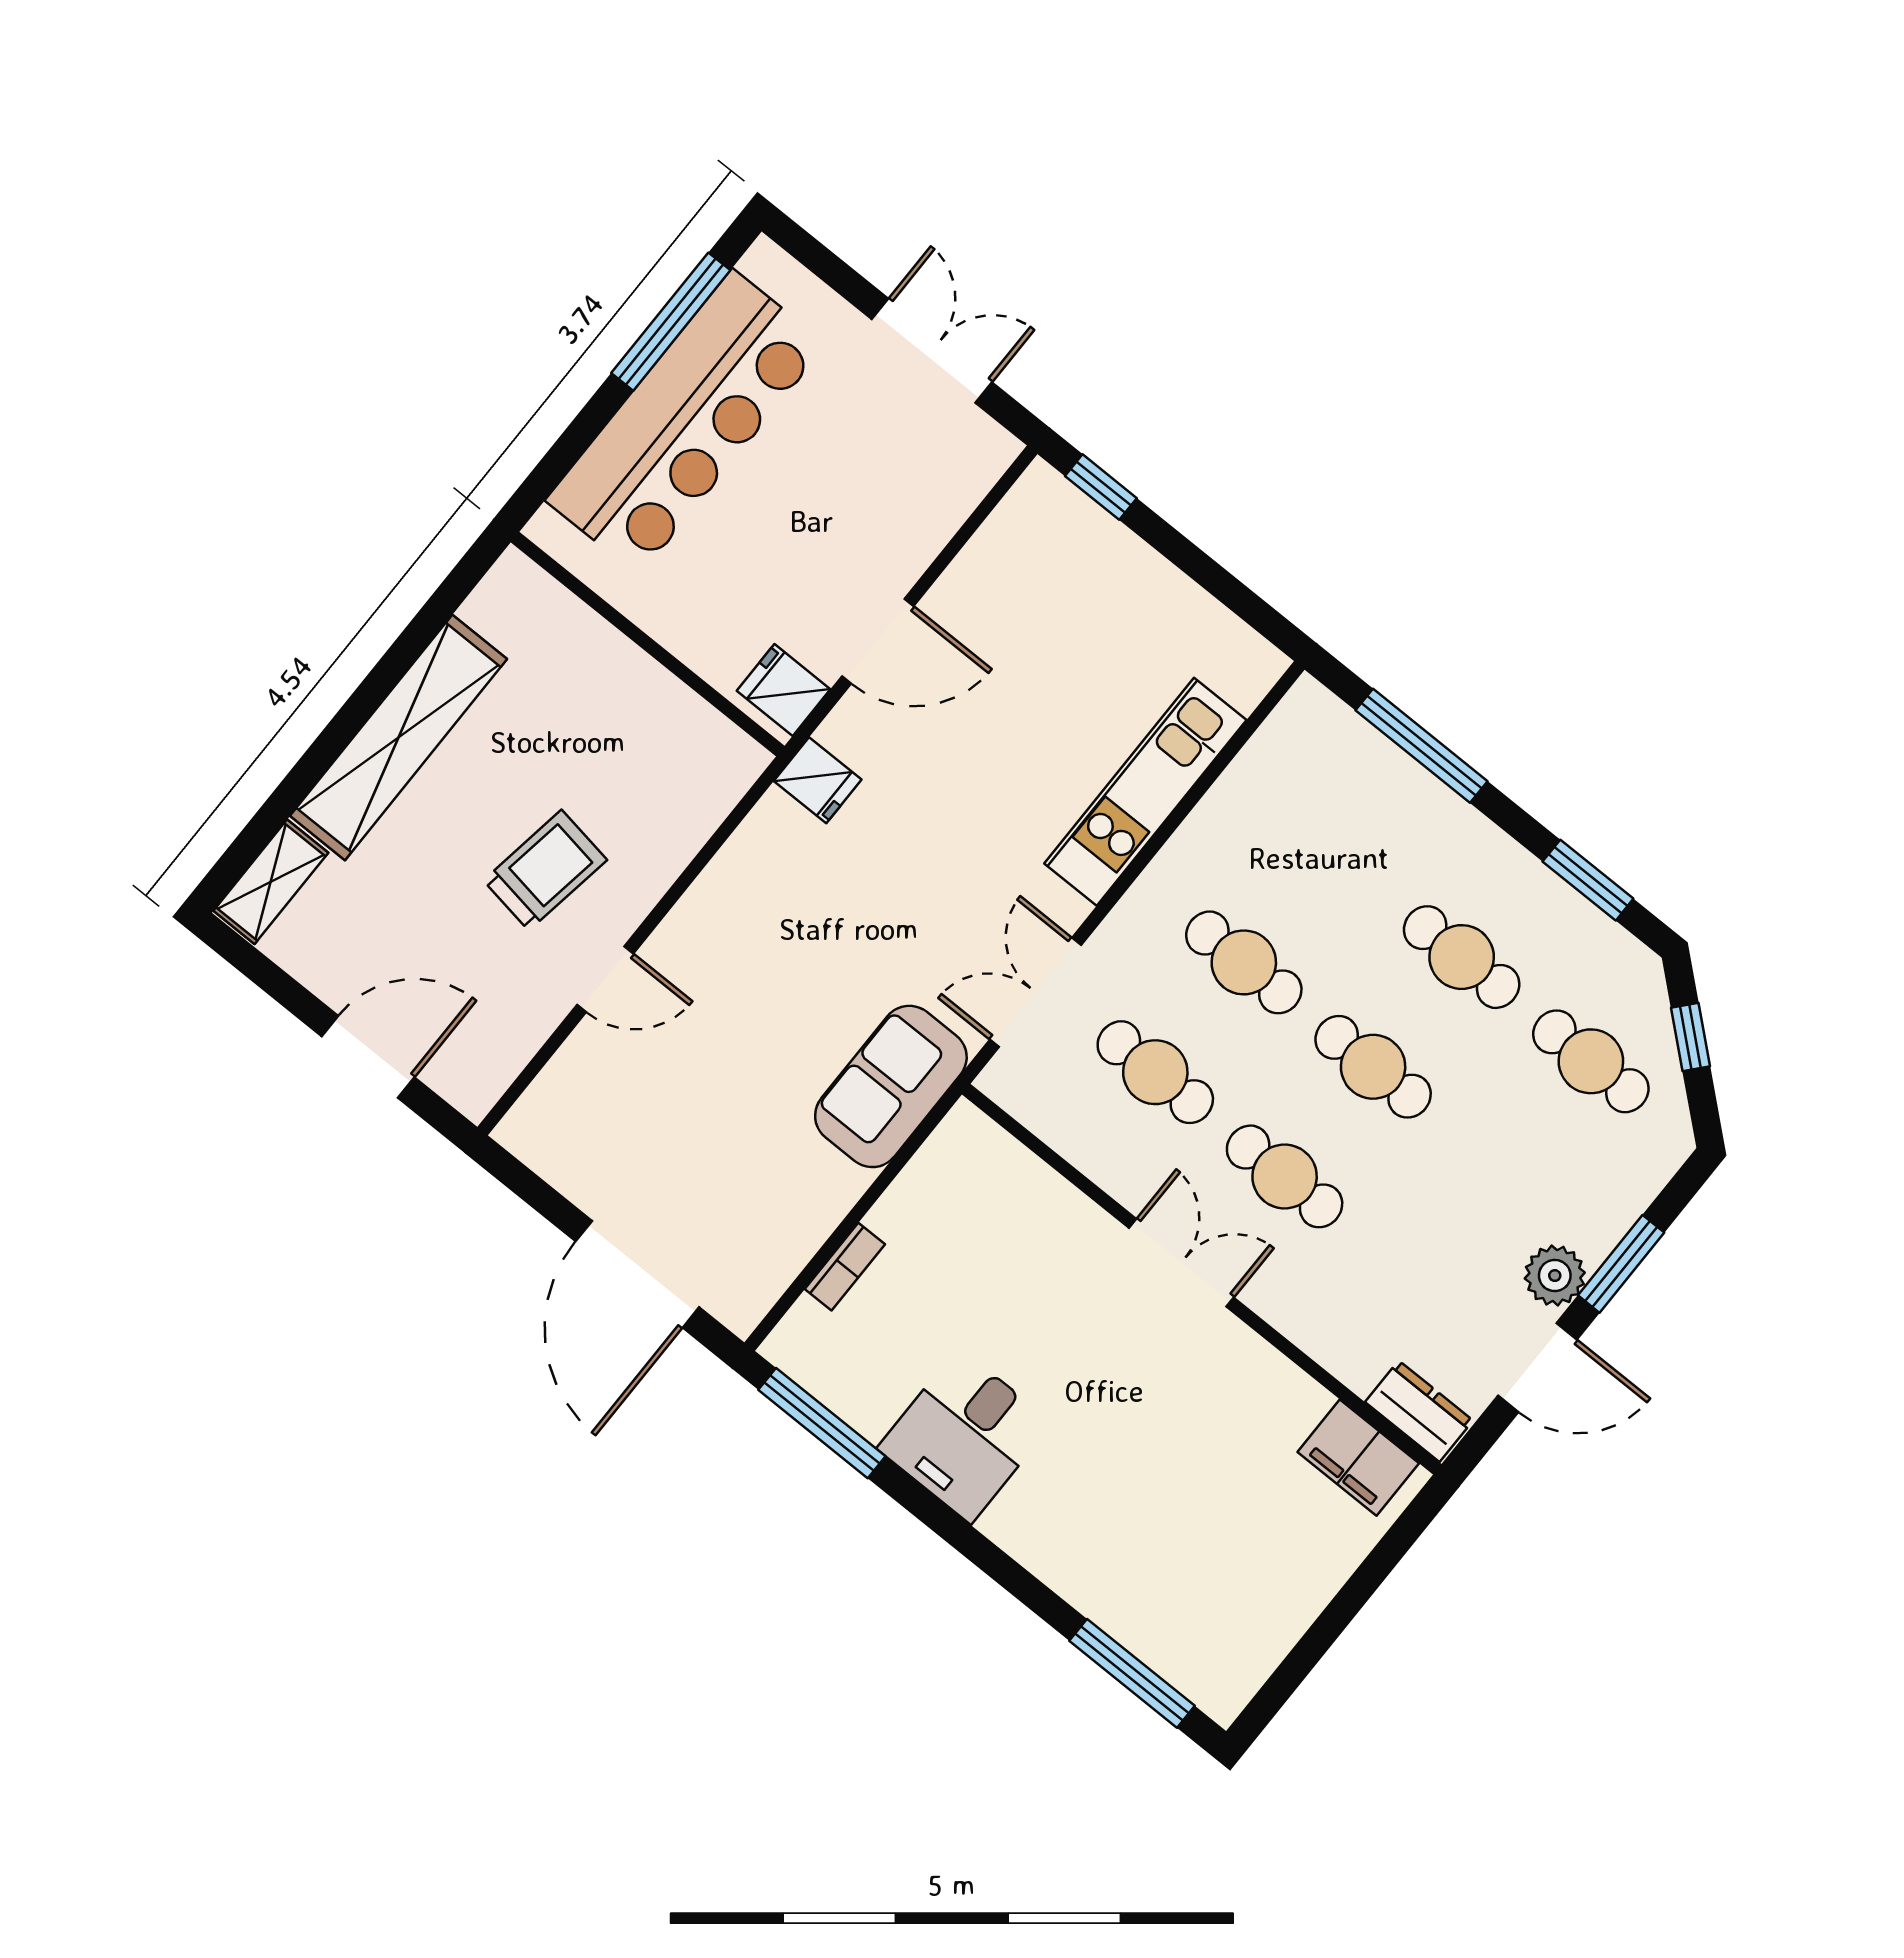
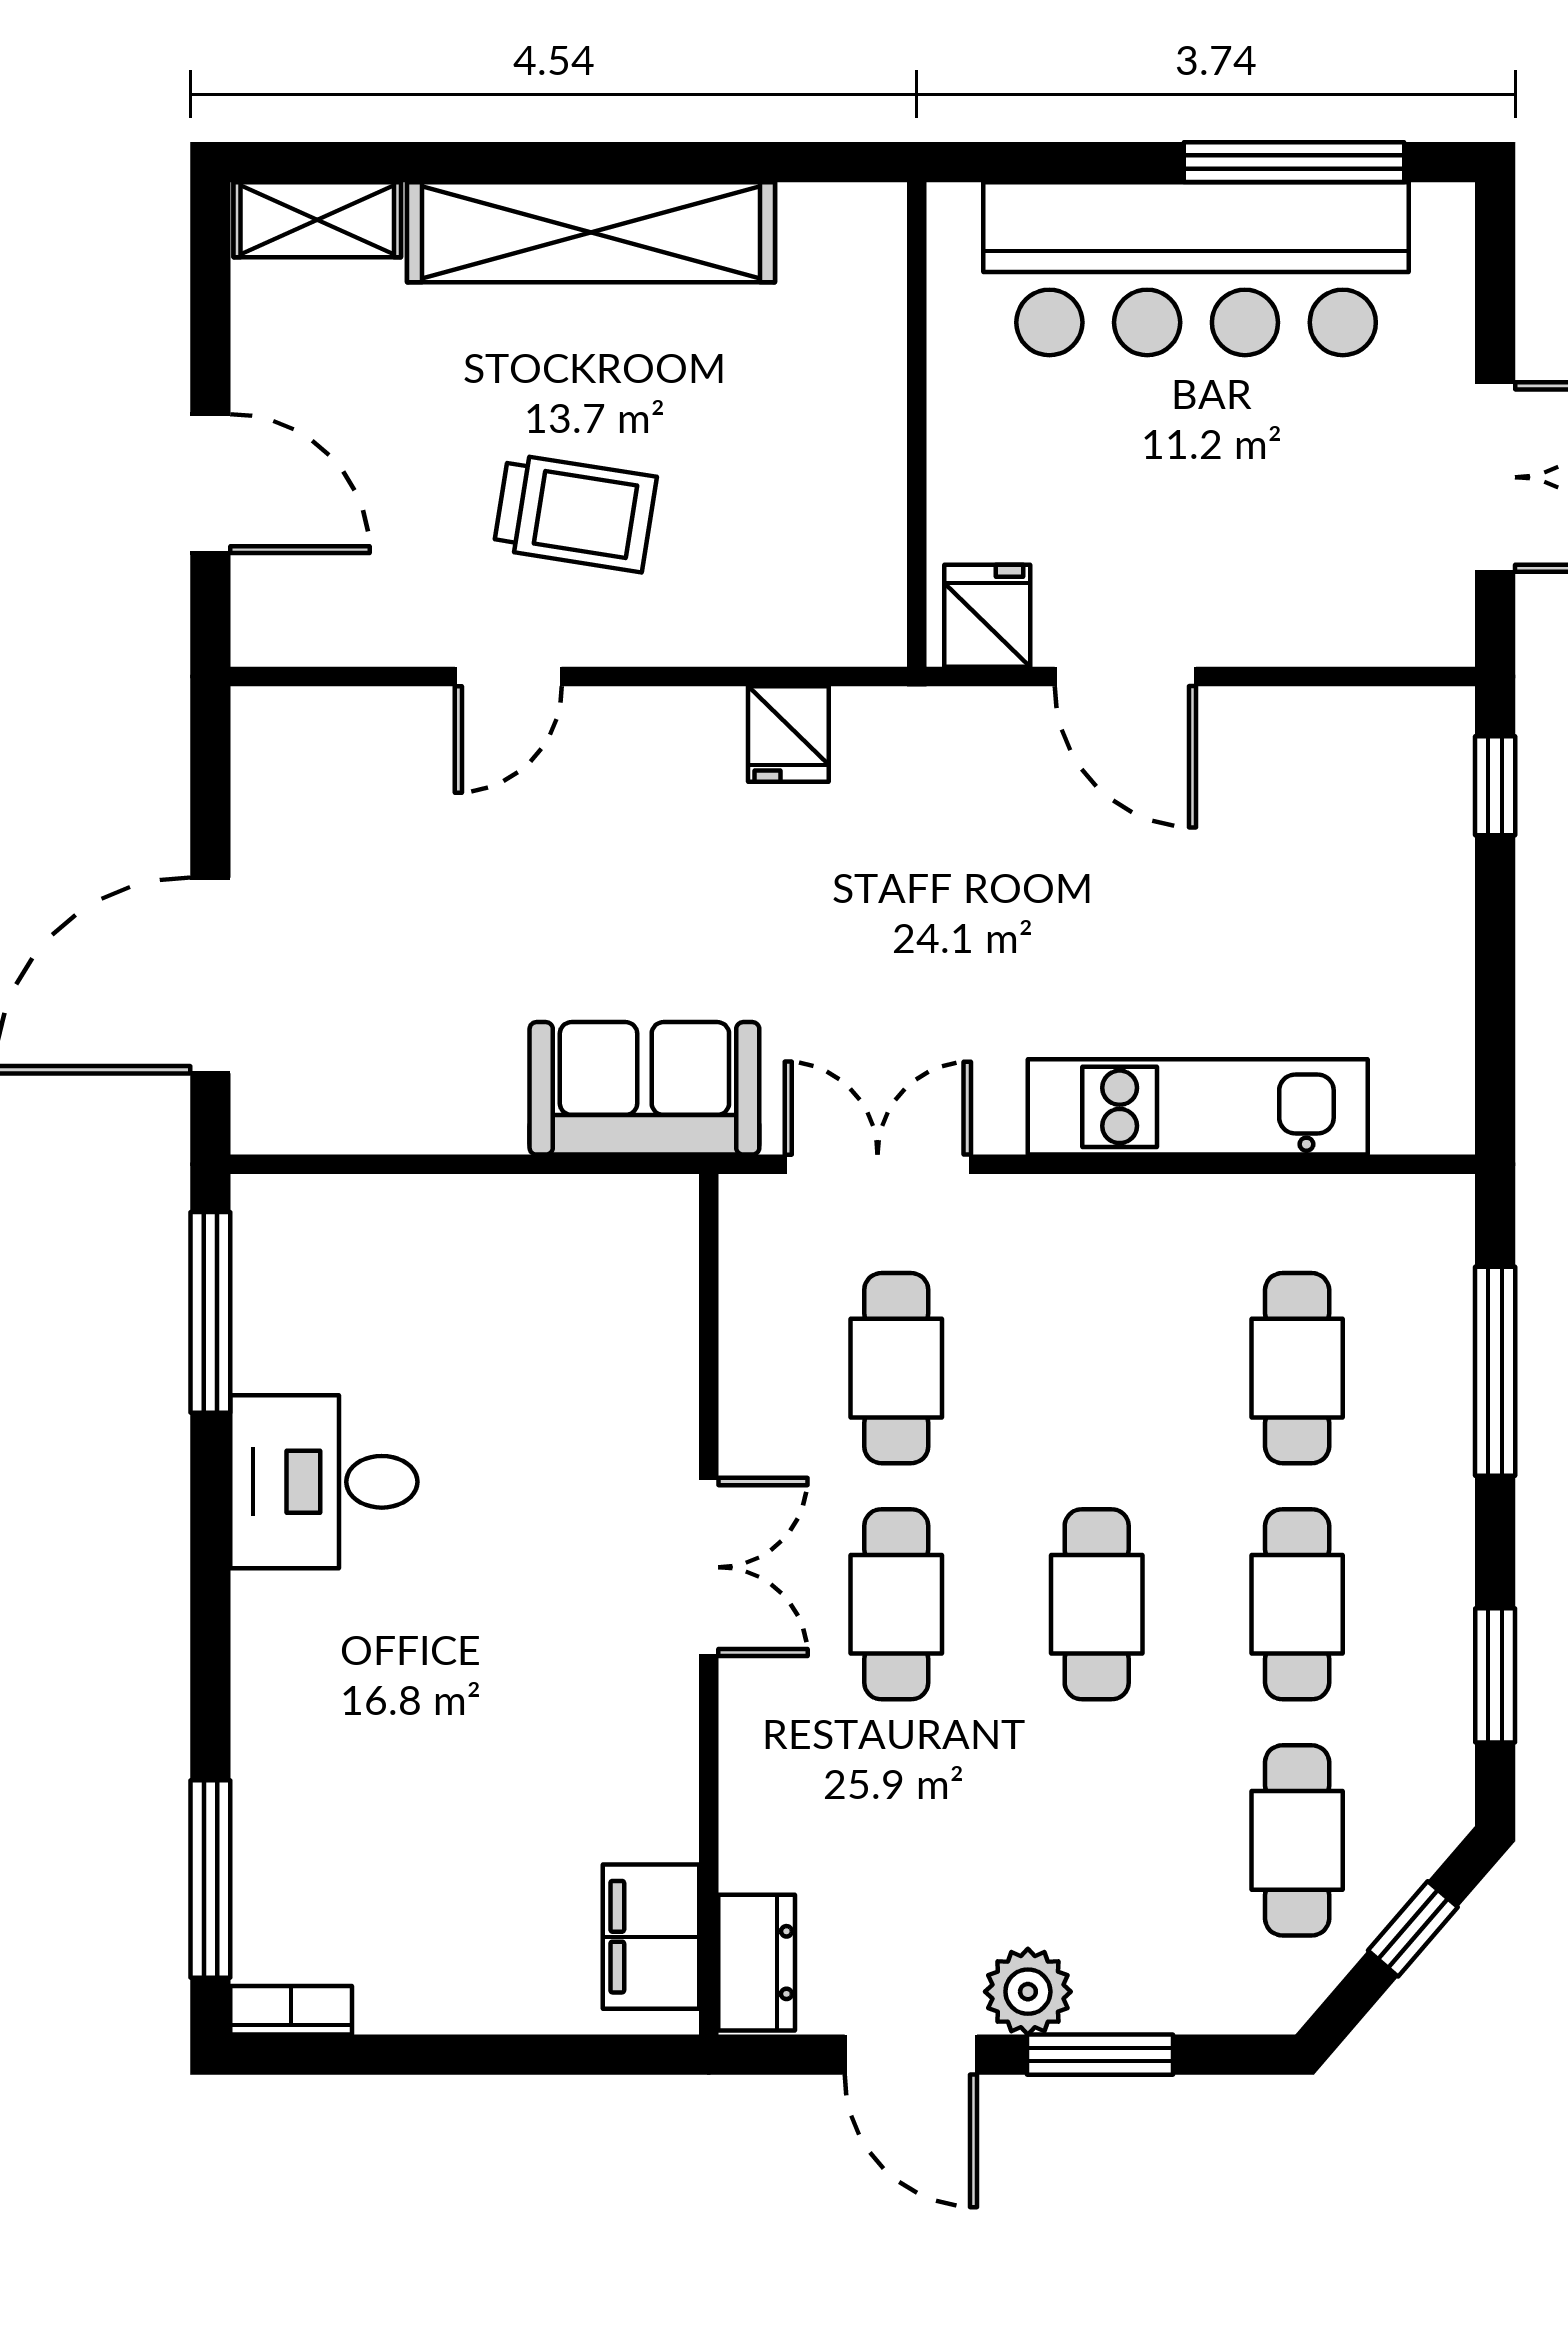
fridge: (818, 780) -> (788, 734), moved
cafe table: (1244, 962) -> (1297, 1368), moved
door: (605, 979) -> (508, 676), hinge flipped
bookcase: (845, 1267) -> (291, 2010), moved, turned 180

